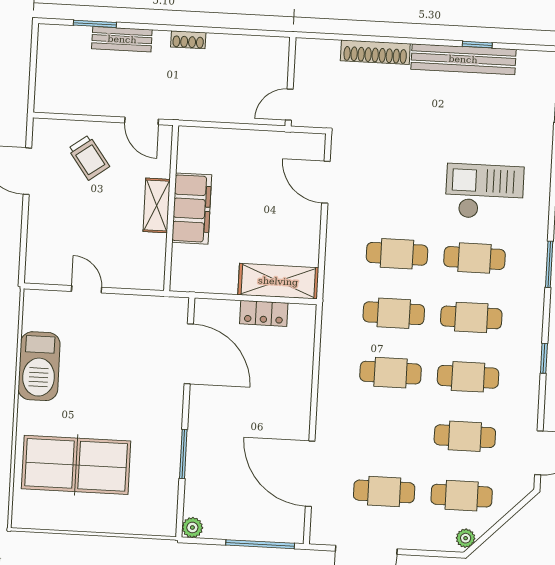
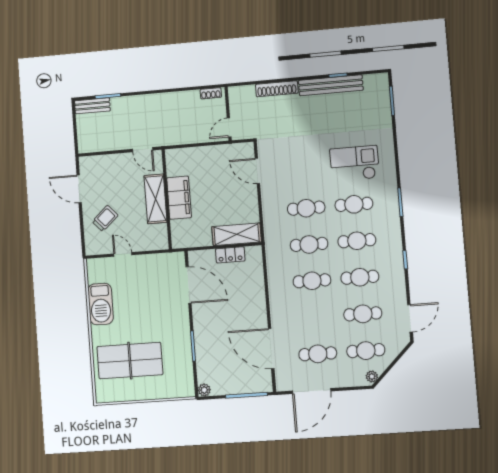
bench: (122, 39) -> (92, 106), moved
shoe rack: (188, 40) -> (211, 93), moved
trolley: (89, 158) -> (105, 218), moved, turned -96
shelving: (157, 205) -> (155, 199), width x1.50, depth x1.33

